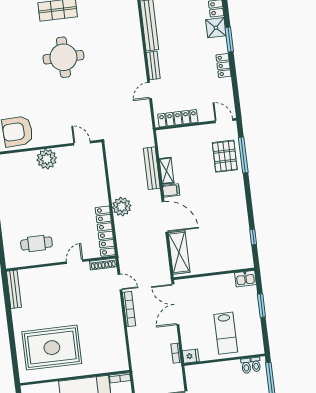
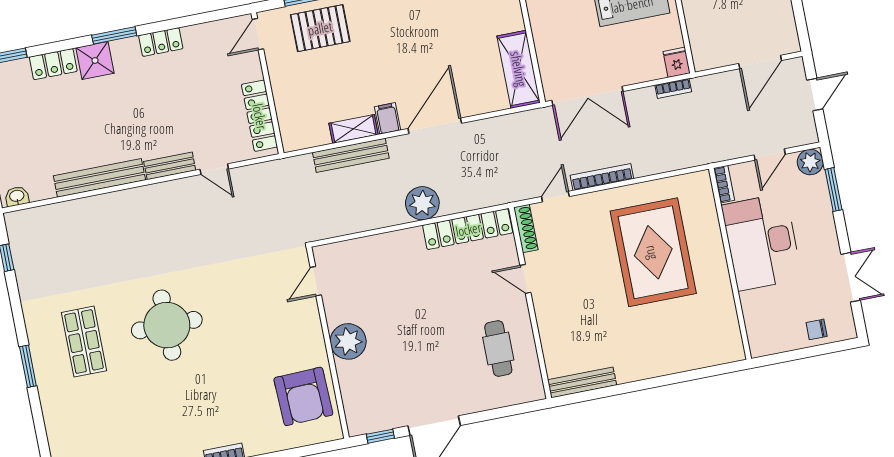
shelving: (179, 253) -> (519, 69), moved, turned 90
rug: (52, 348) -> (653, 252), moved

